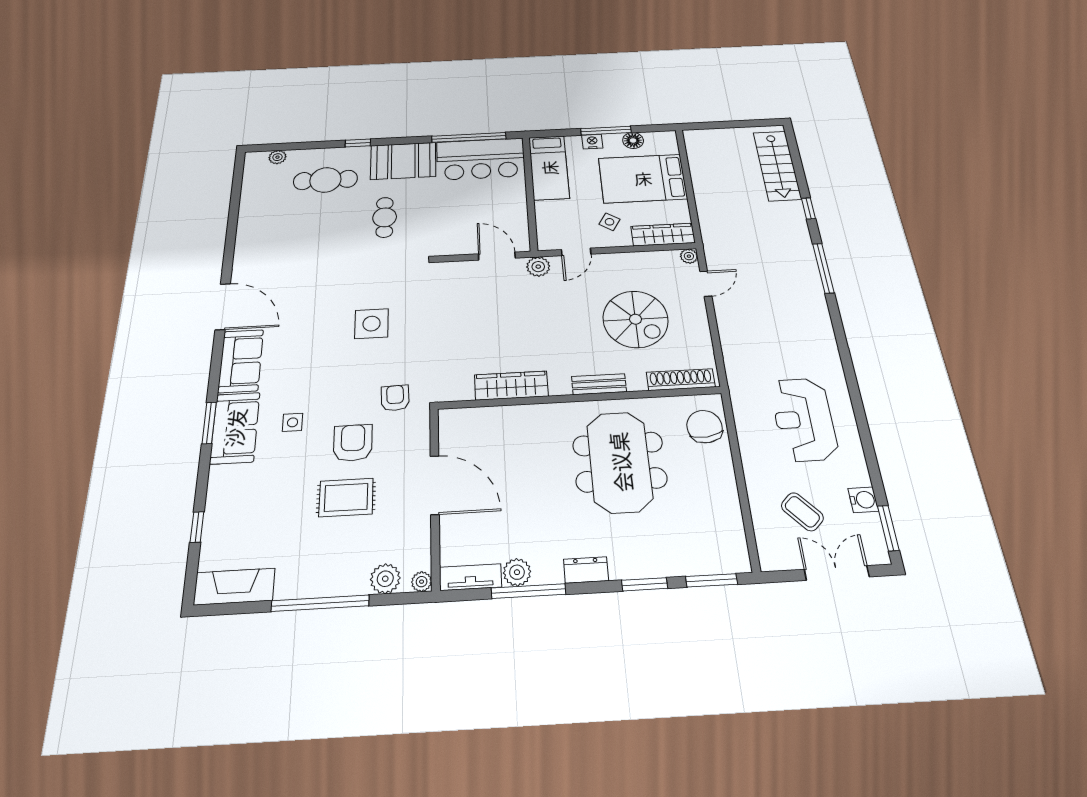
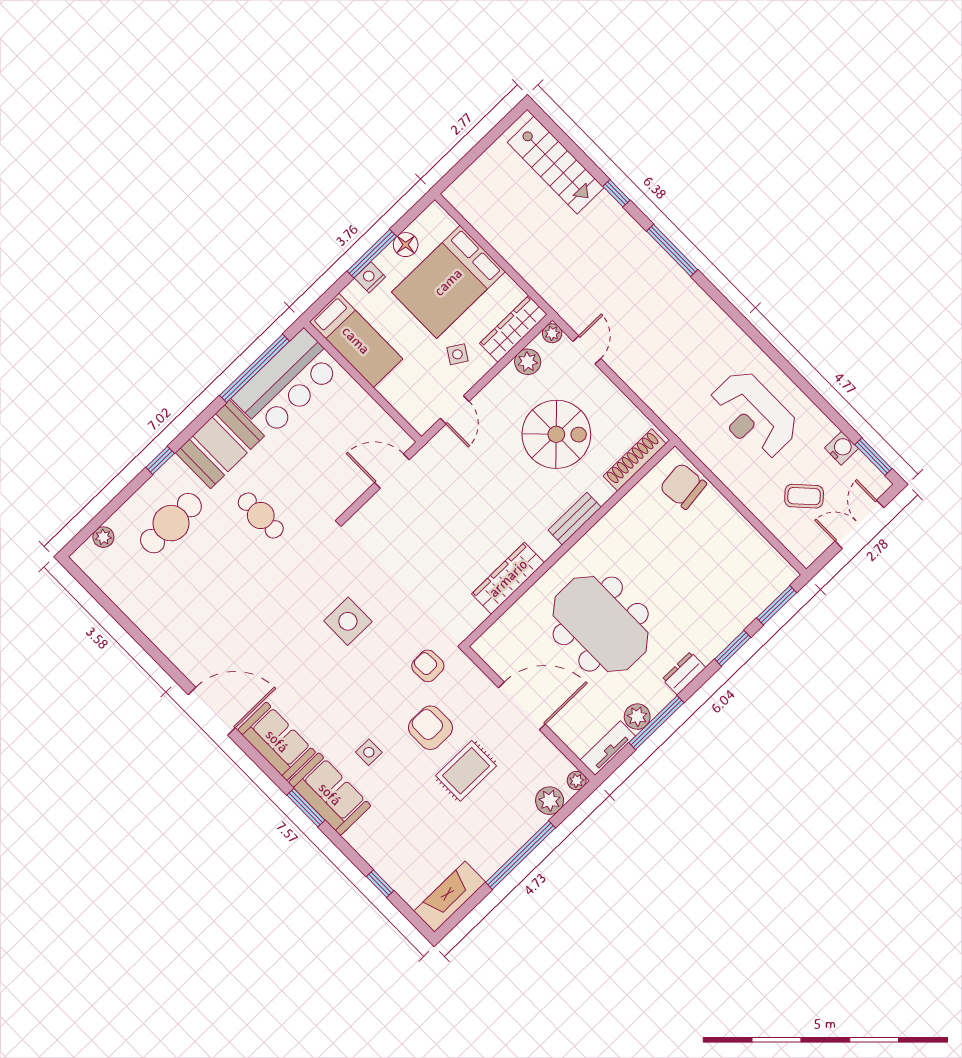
plant: (538, 267) -> (528, 362), moved
meeting table: (620, 462) -> (601, 624), moved

